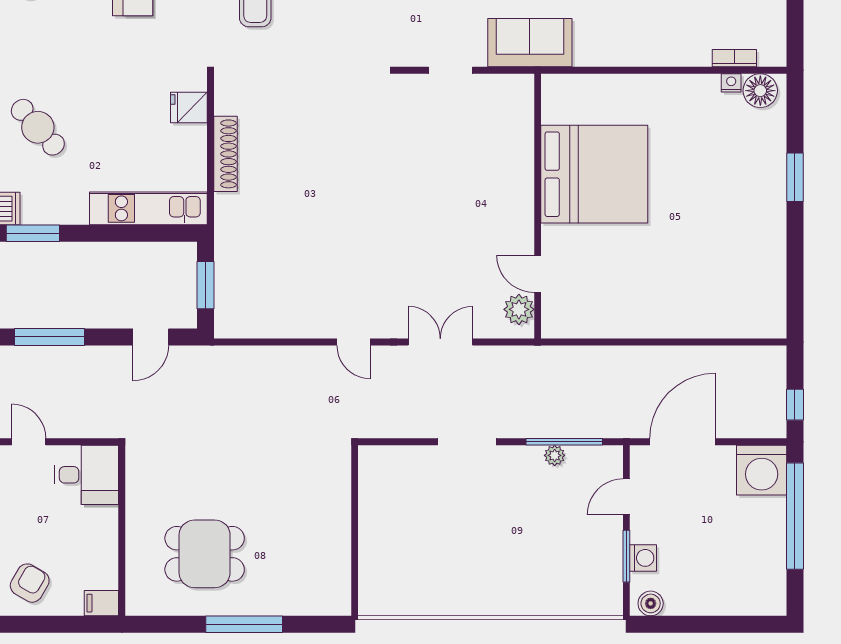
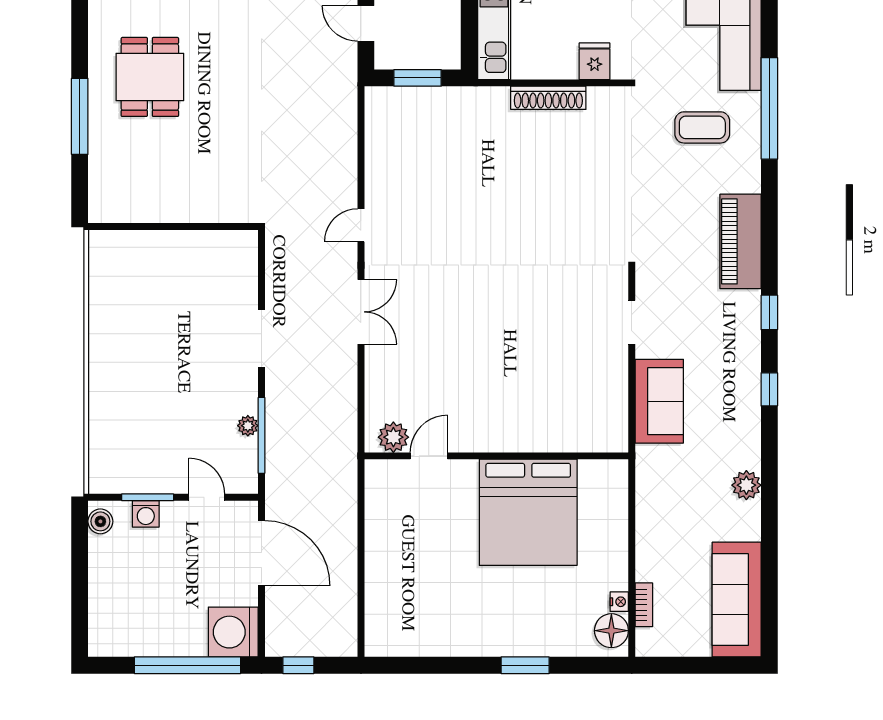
bed: (594, 174) -> (528, 512), moved
wall: (538, 206) -> (496, 456), moved
door: (538, 274) -> (429, 456), moved
plant: (519, 309) -> (393, 437), moved

